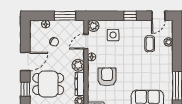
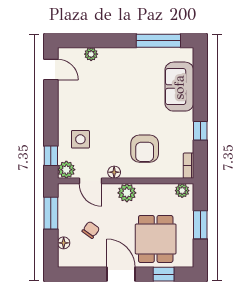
window: (130, 16) -> (51, 156), moved
coffee table: (150, 44) -> (94, 83), removed
armchair: (107, 77) -> (145, 149), turned -90
dresser: (80, 84) -> (156, 191), removed

